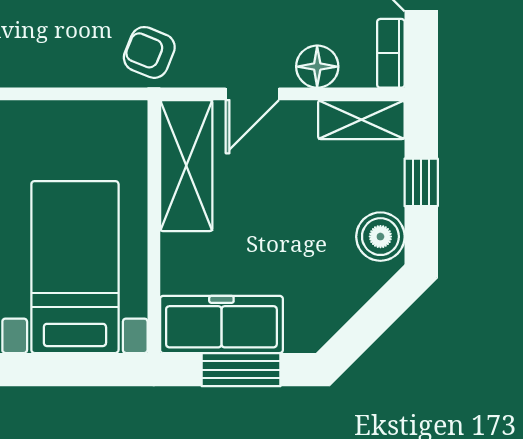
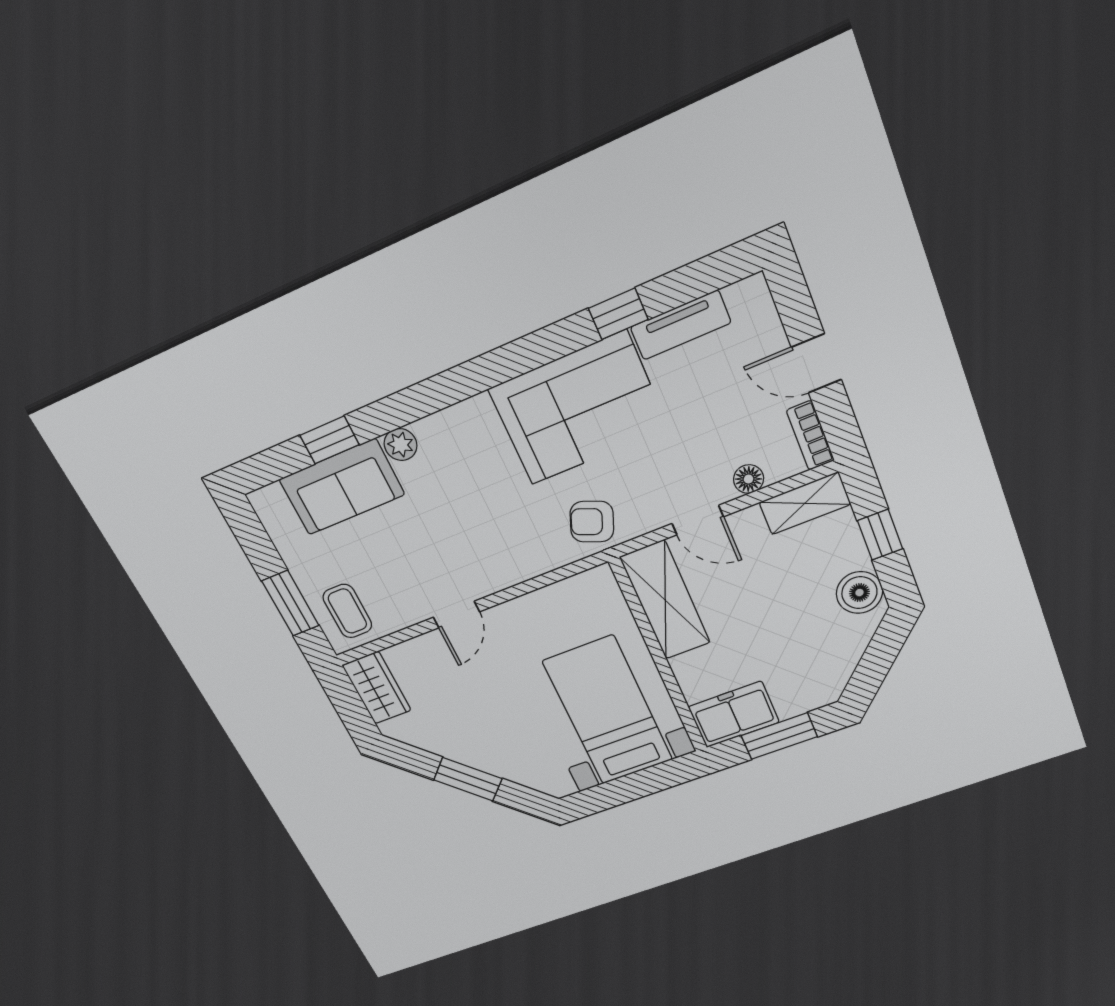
floor lamp: (317, 67) -> (749, 479), width x0.73, depth x0.73
door: (252, 94) -> (698, 520), hinge flipped
freezer: (221, 324) -> (734, 714), width x0.71

